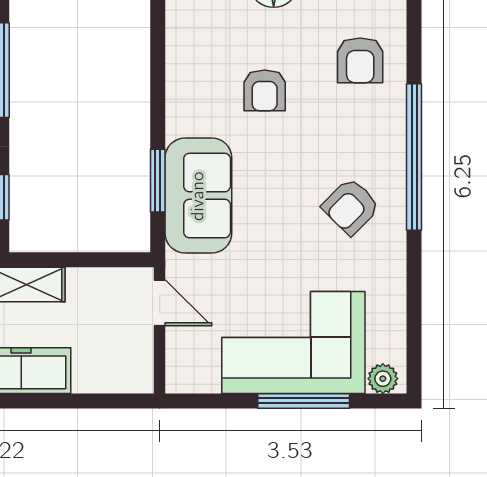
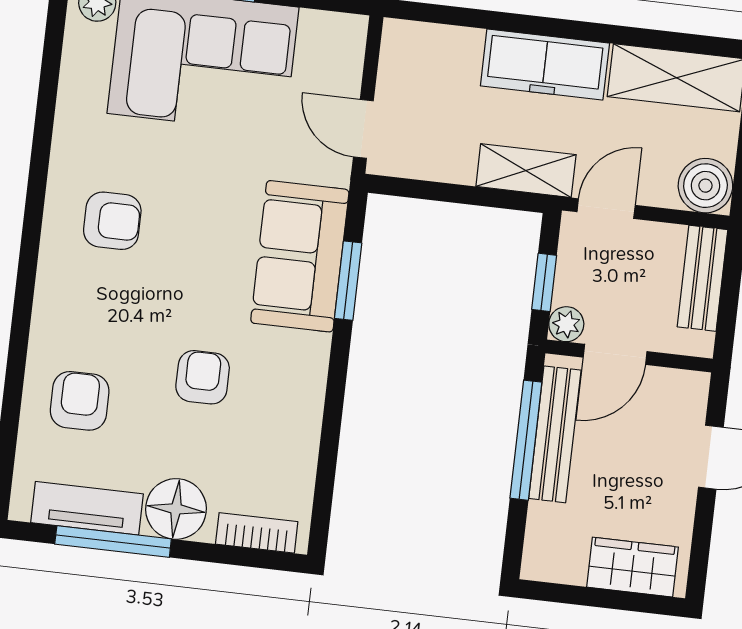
window: (414, 157) -> (27, 273), removed
armchair: (351, 207) -> (112, 221), turned 45

